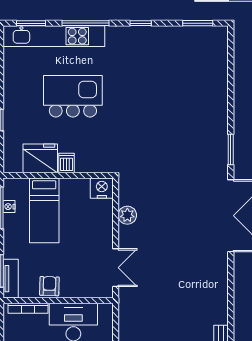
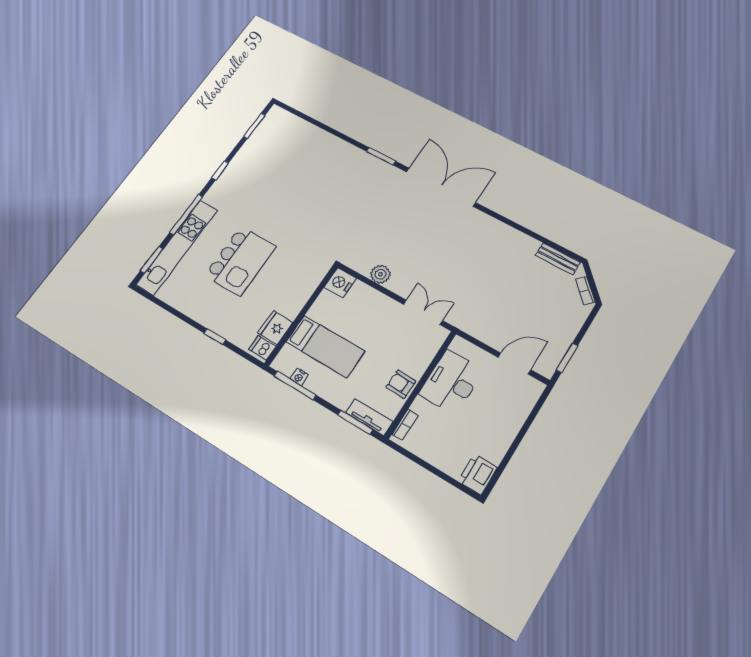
kitchen island: (73, 96) -> (240, 261), turned 180
fridge: (40, 158) -> (275, 328), width x0.73, depth x0.75
dishwasher: (67, 163) -> (262, 348), moved
bookcase: (28, 308) -> (405, 425), width x0.64

